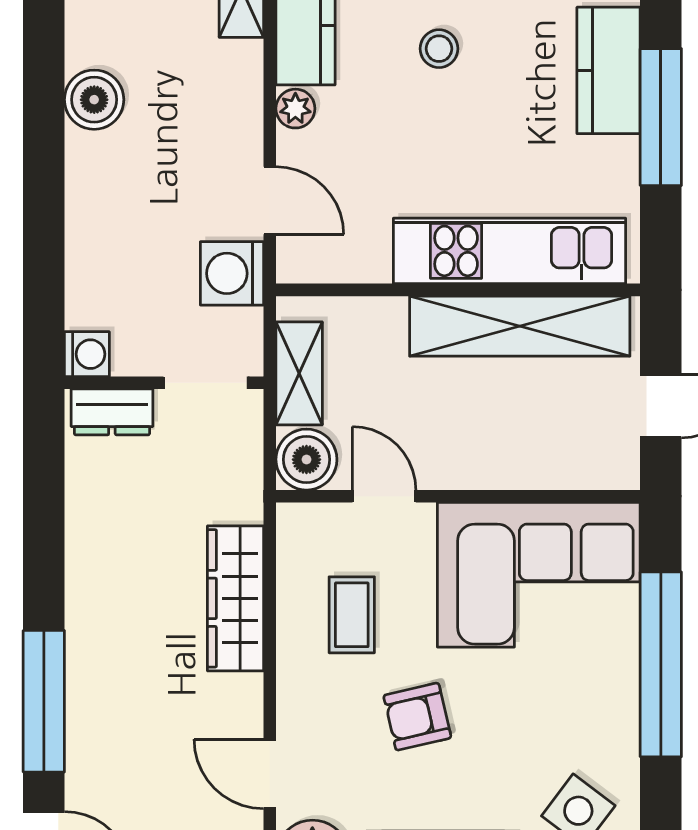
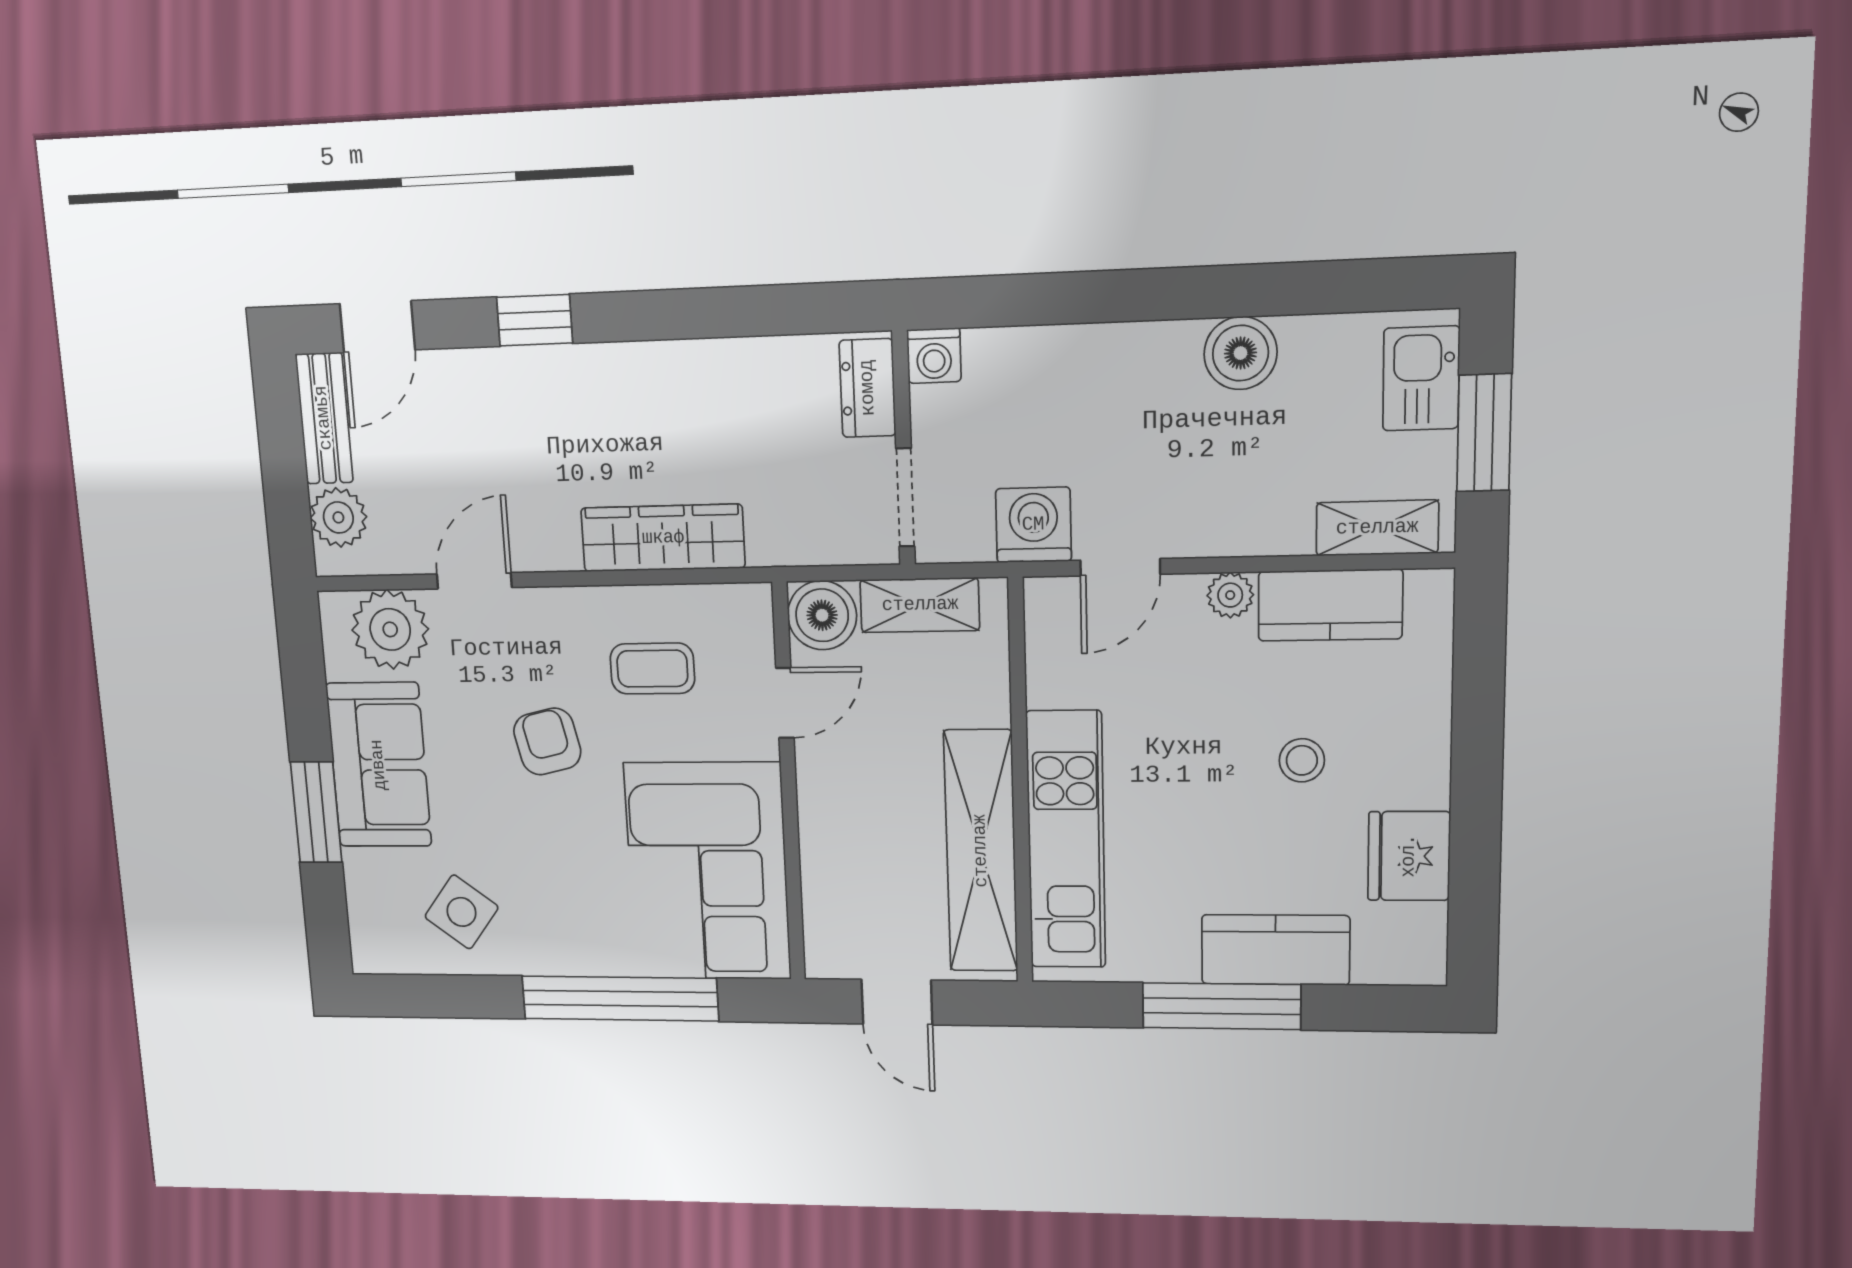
window: (44, 701) -> (535, 320), width x0.46

